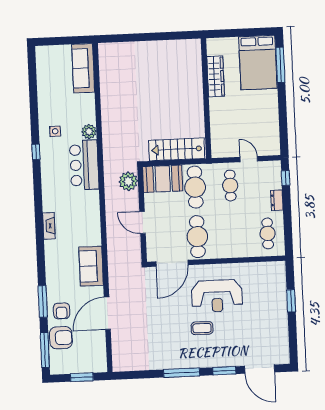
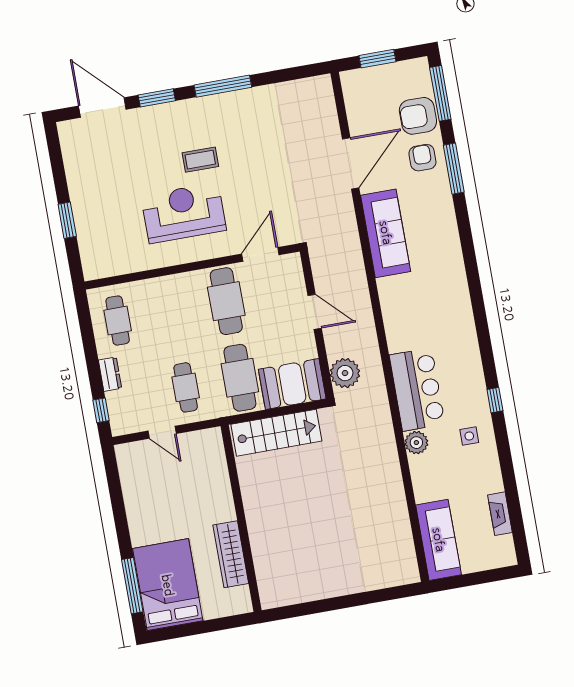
fireplace: (49, 226) -> (500, 514), moved
door: (172, 263) -> (260, 254), width x0.73
sofa: (91, 266) -> (386, 233), width x1.36

